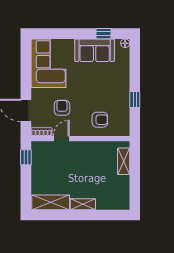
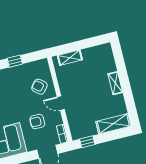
armchair: (100, 120) -> (39, 87), turned -51
door: (61, 139) -> (61, 103), moved
shelving: (51, 202) -> (113, 124), moved, turned 90

